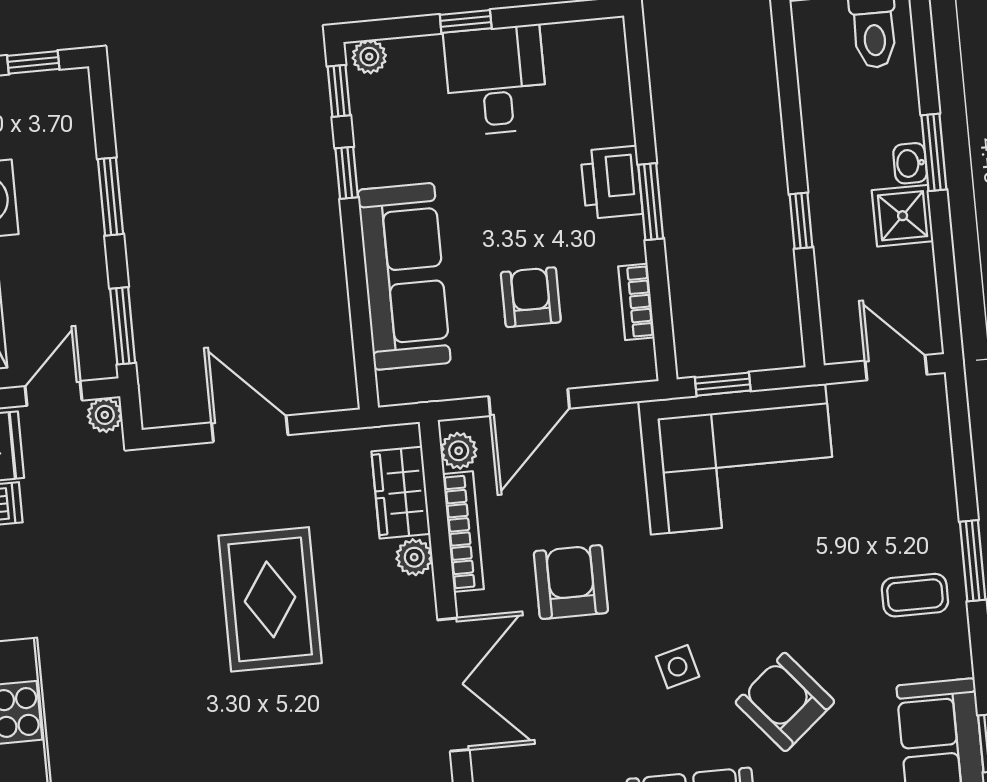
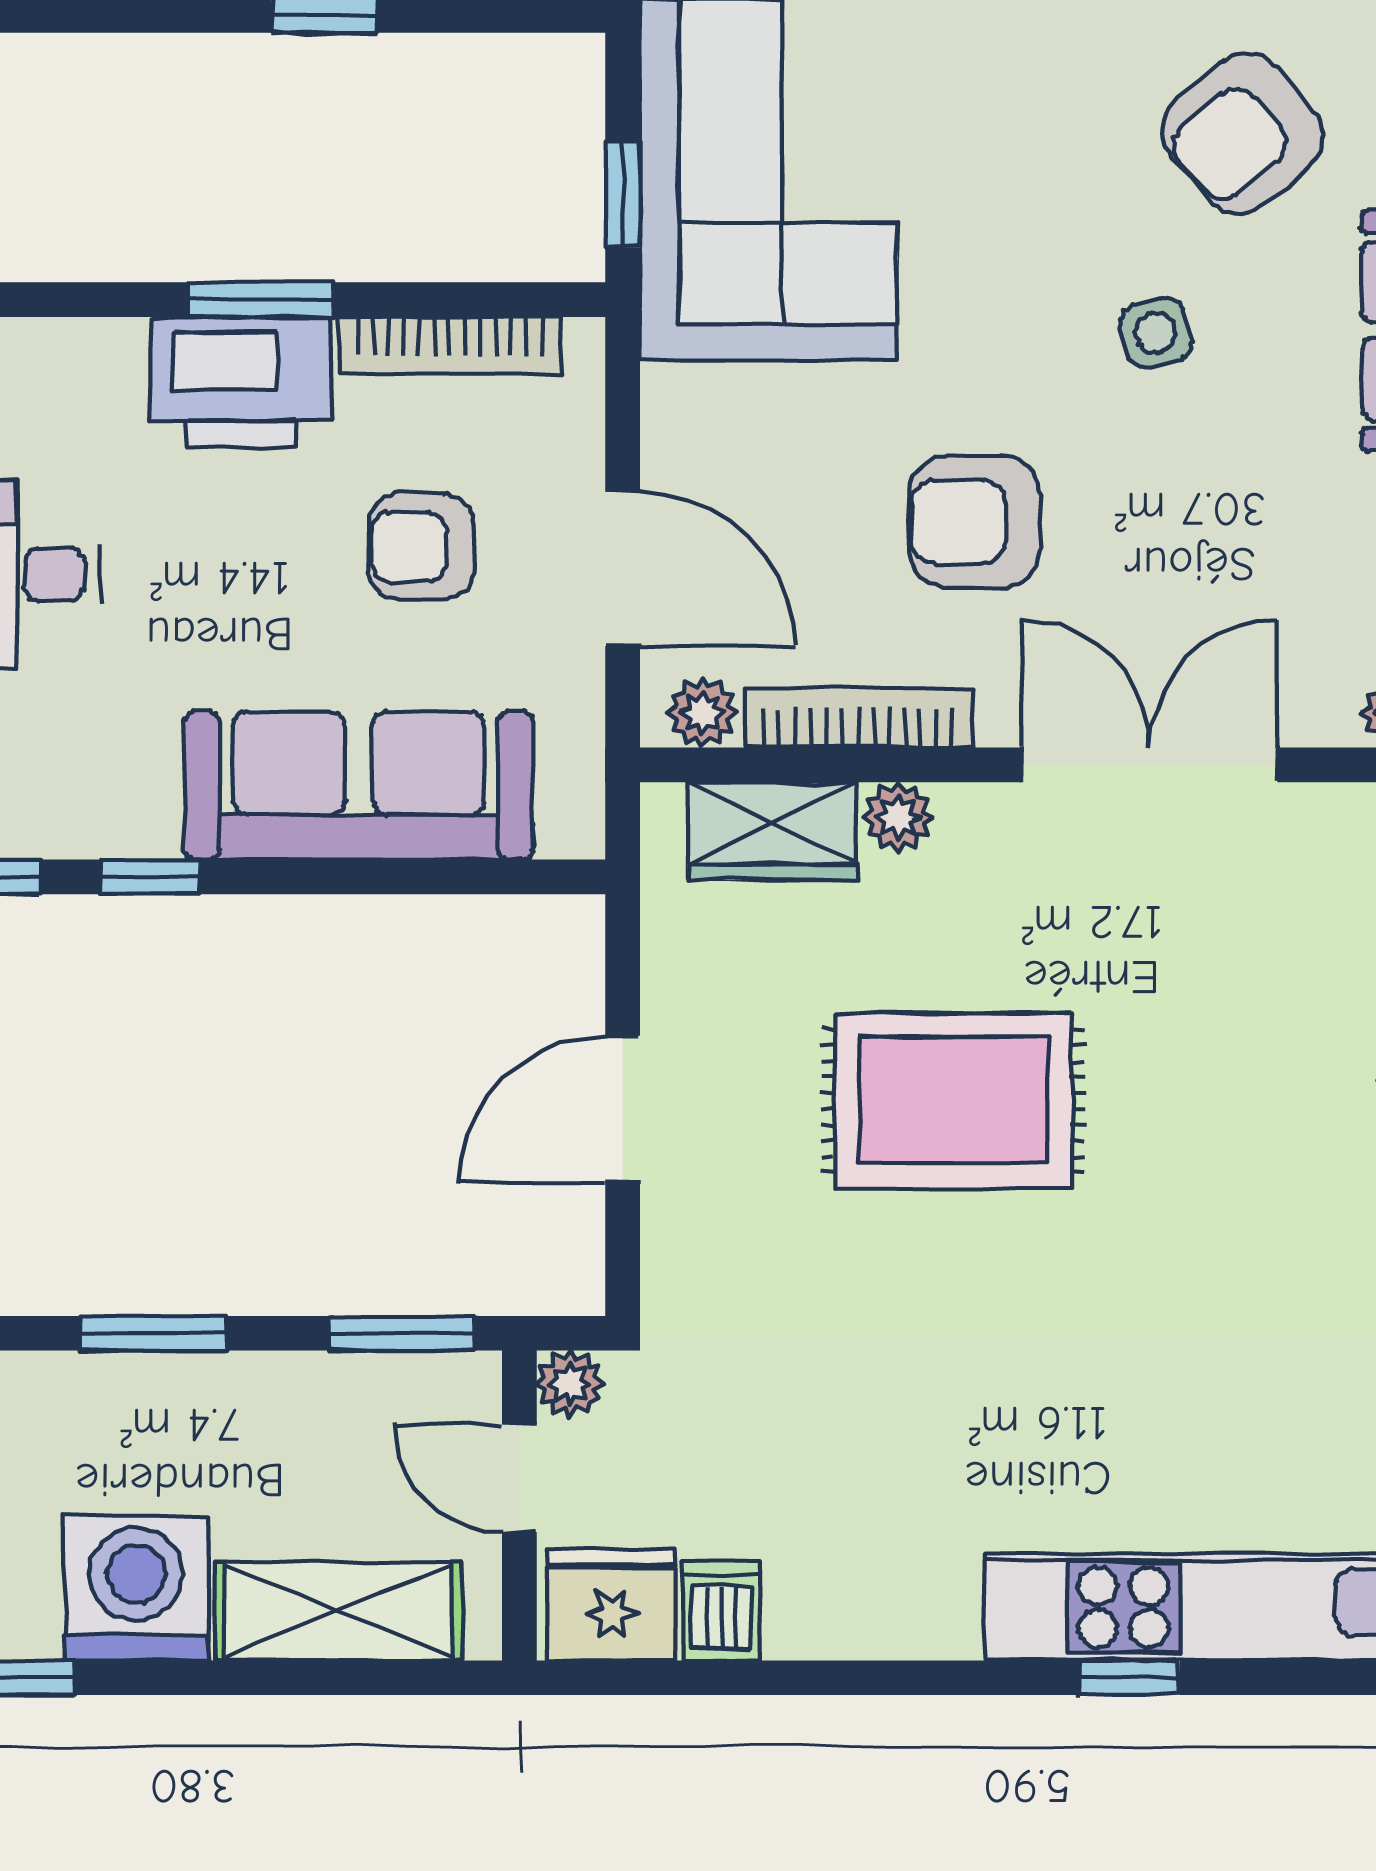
printer: (612, 182) -> (241, 382), width x1.37, depth x1.19
bookcase: (636, 302) -> (450, 345), width x1.56

